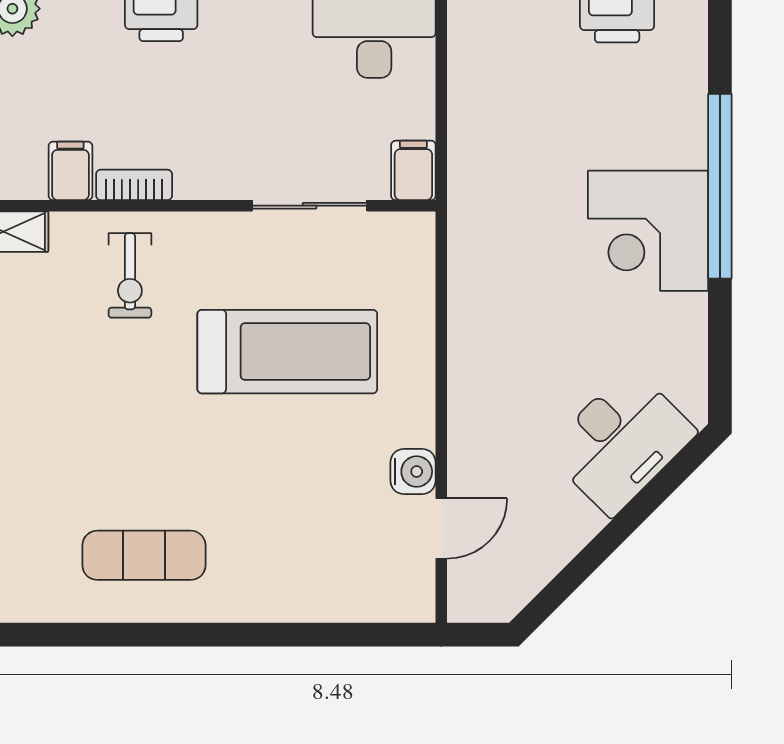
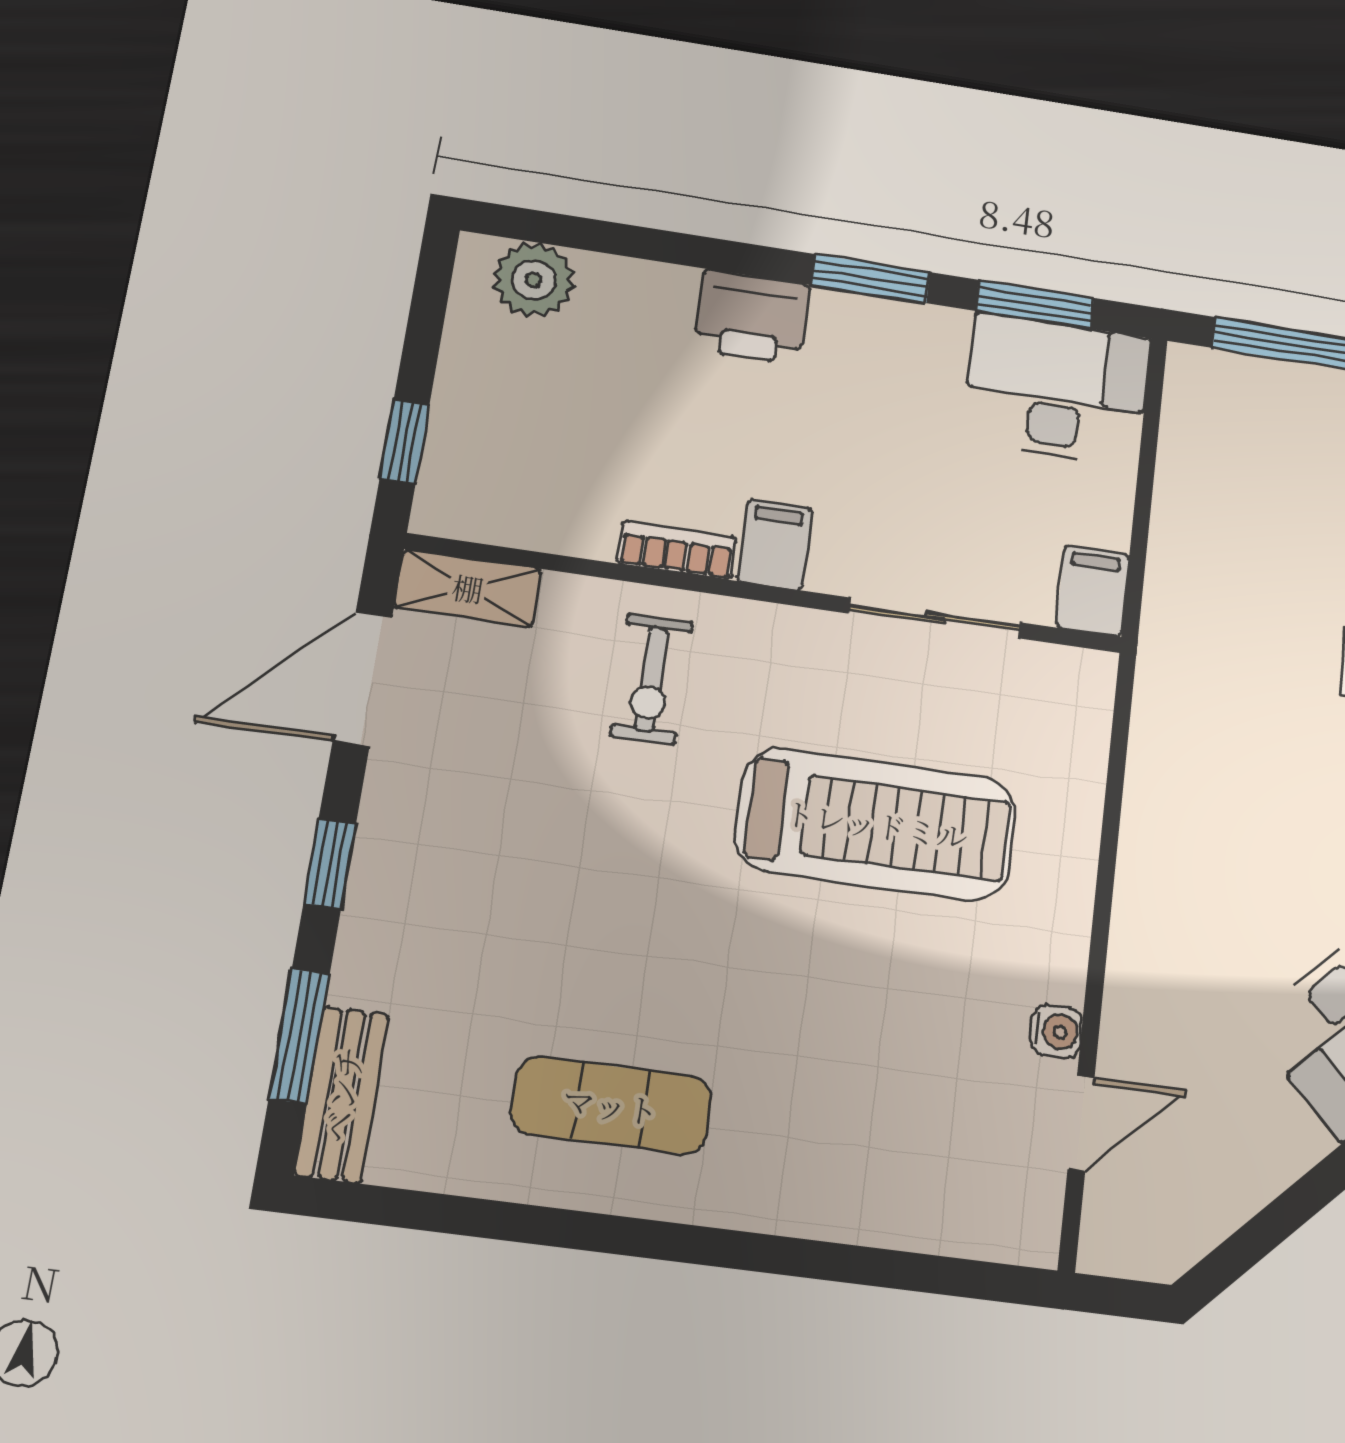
filing cabinet: (70, 171) -> (775, 545), moved
water cooler: (413, 472) -> (1056, 1031), width x0.72, depth x0.72

